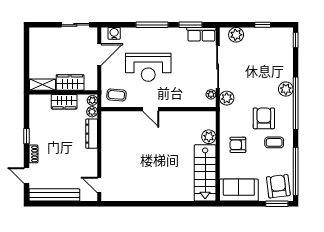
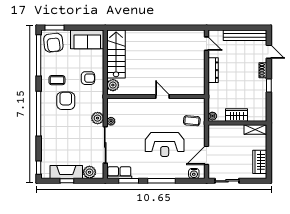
fireplace: (263, 35) -> (66, 172), added
reception desk: (148, 67) -> (165, 144), turned 180
wardrobe: (70, 82) -> (260, 162), moved, turned 90
plant: (286, 89) -> (47, 126), removed
door: (151, 109) -> (163, 96), moved
wall: (158, 109) -> (156, 96), moved
plant: (92, 112) -> (213, 106), removed
armchair: (264, 118) -> (66, 101), turned 180
dresser: (92, 134) -> (213, 70), moved

